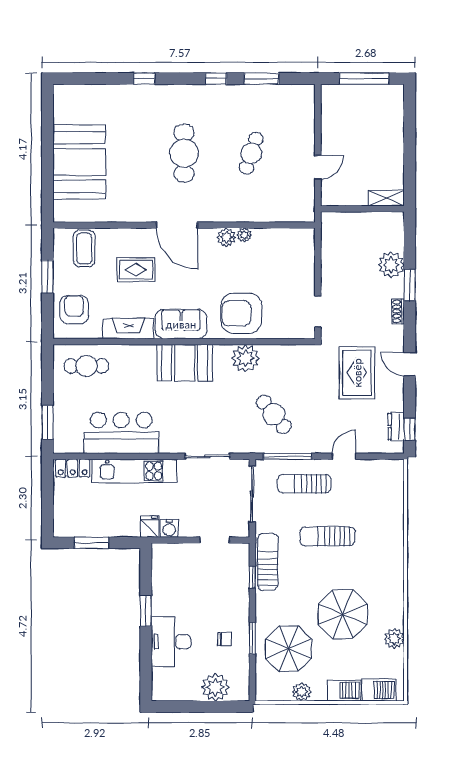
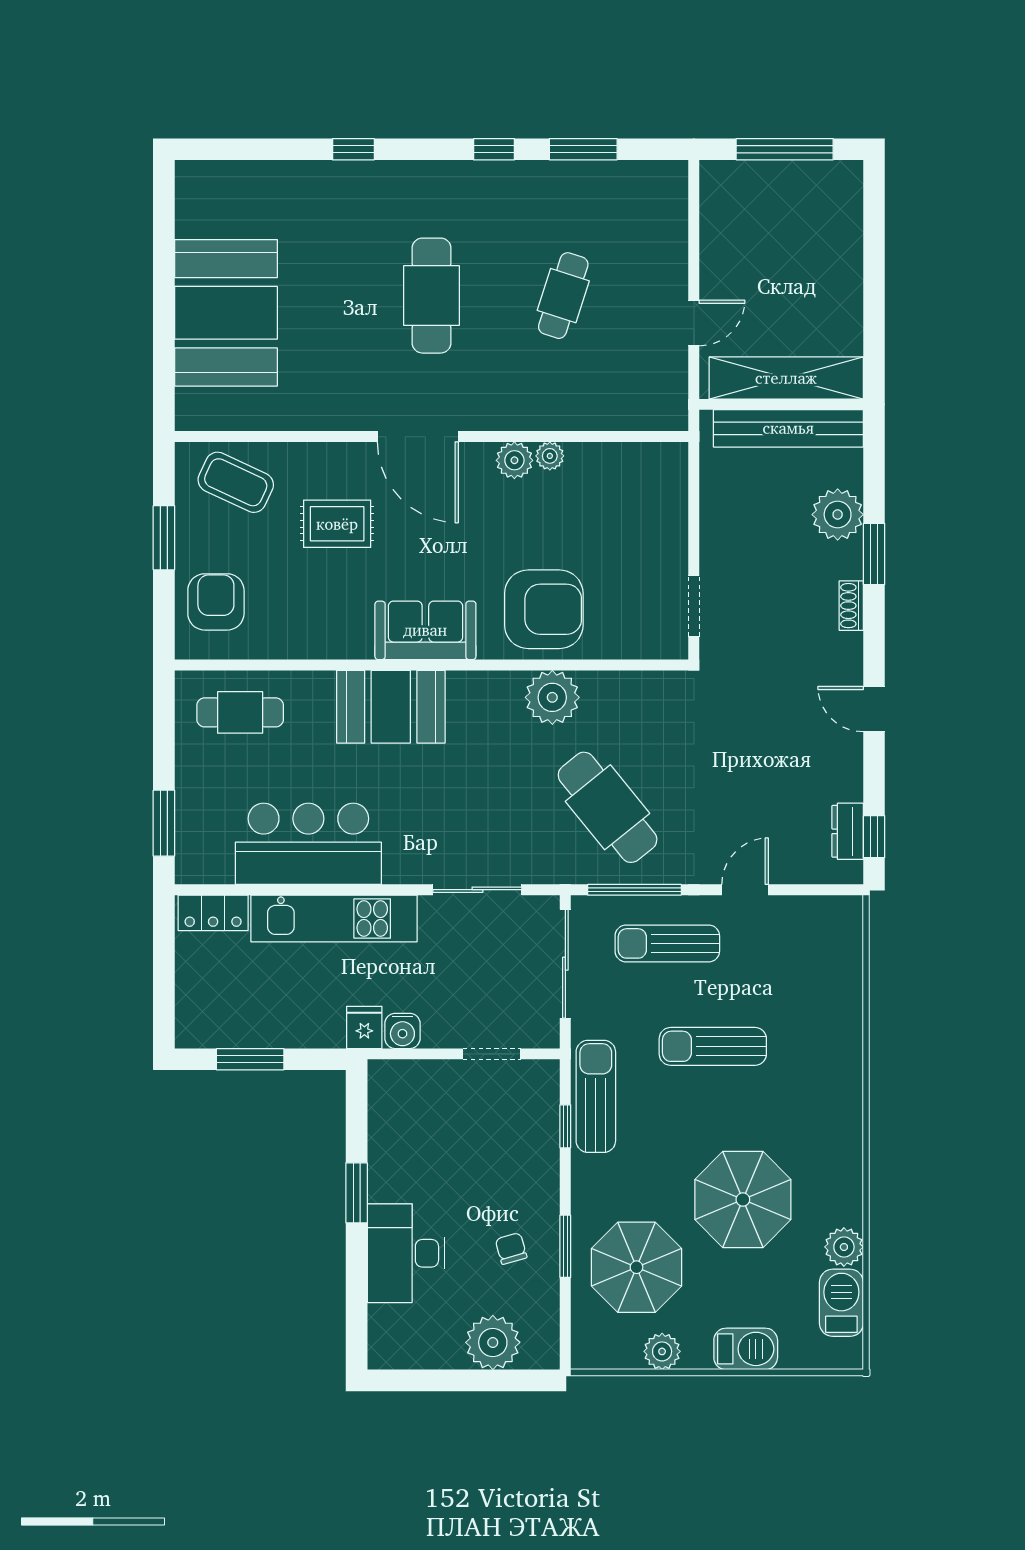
shelving: (386, 198) -> (786, 378), width x2.20, depth x1.33
bench: (366, 221) -> (788, 428), added
coffee table: (84, 249) -> (236, 482), turned -65
armchair: (241, 313) -> (544, 609), turned 180
fireplace: (128, 328) -> (322, 639), removed
booth: (185, 363) -> (391, 707), moved
rug: (357, 373) -> (770, 726), removed
cafe table: (274, 414) -> (608, 807), width x1.37, depth x1.35
chair: (225, 639) -> (511, 1249), turned -106
barbecue: (379, 690) -> (841, 1303), moved, turned -90

